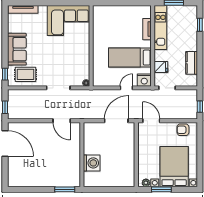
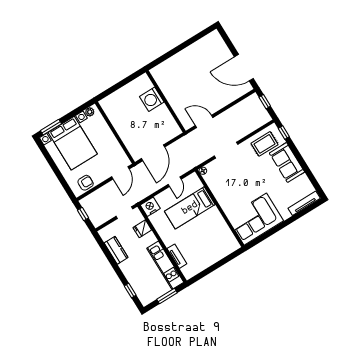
bed: (130, 58) -> (190, 208), moved, turned 180
door: (126, 88) -> (175, 182), moved
door: (151, 121) -> (120, 173), hinge flipped
window: (65, 189) -> (162, 59), removed
window: (161, 189) -> (51, 127), moved

